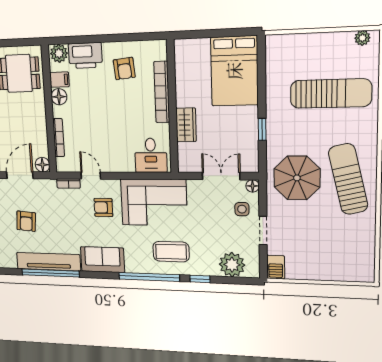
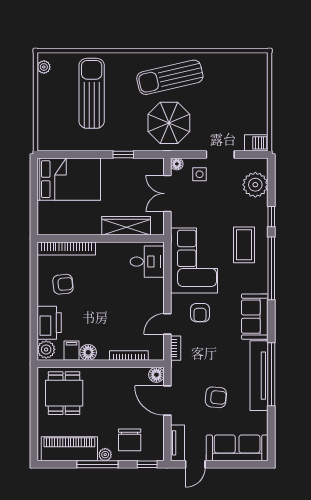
bookcase: (162, 92) -> (66, 248), moved
wardrobe: (186, 125) -> (126, 226), width x1.50

